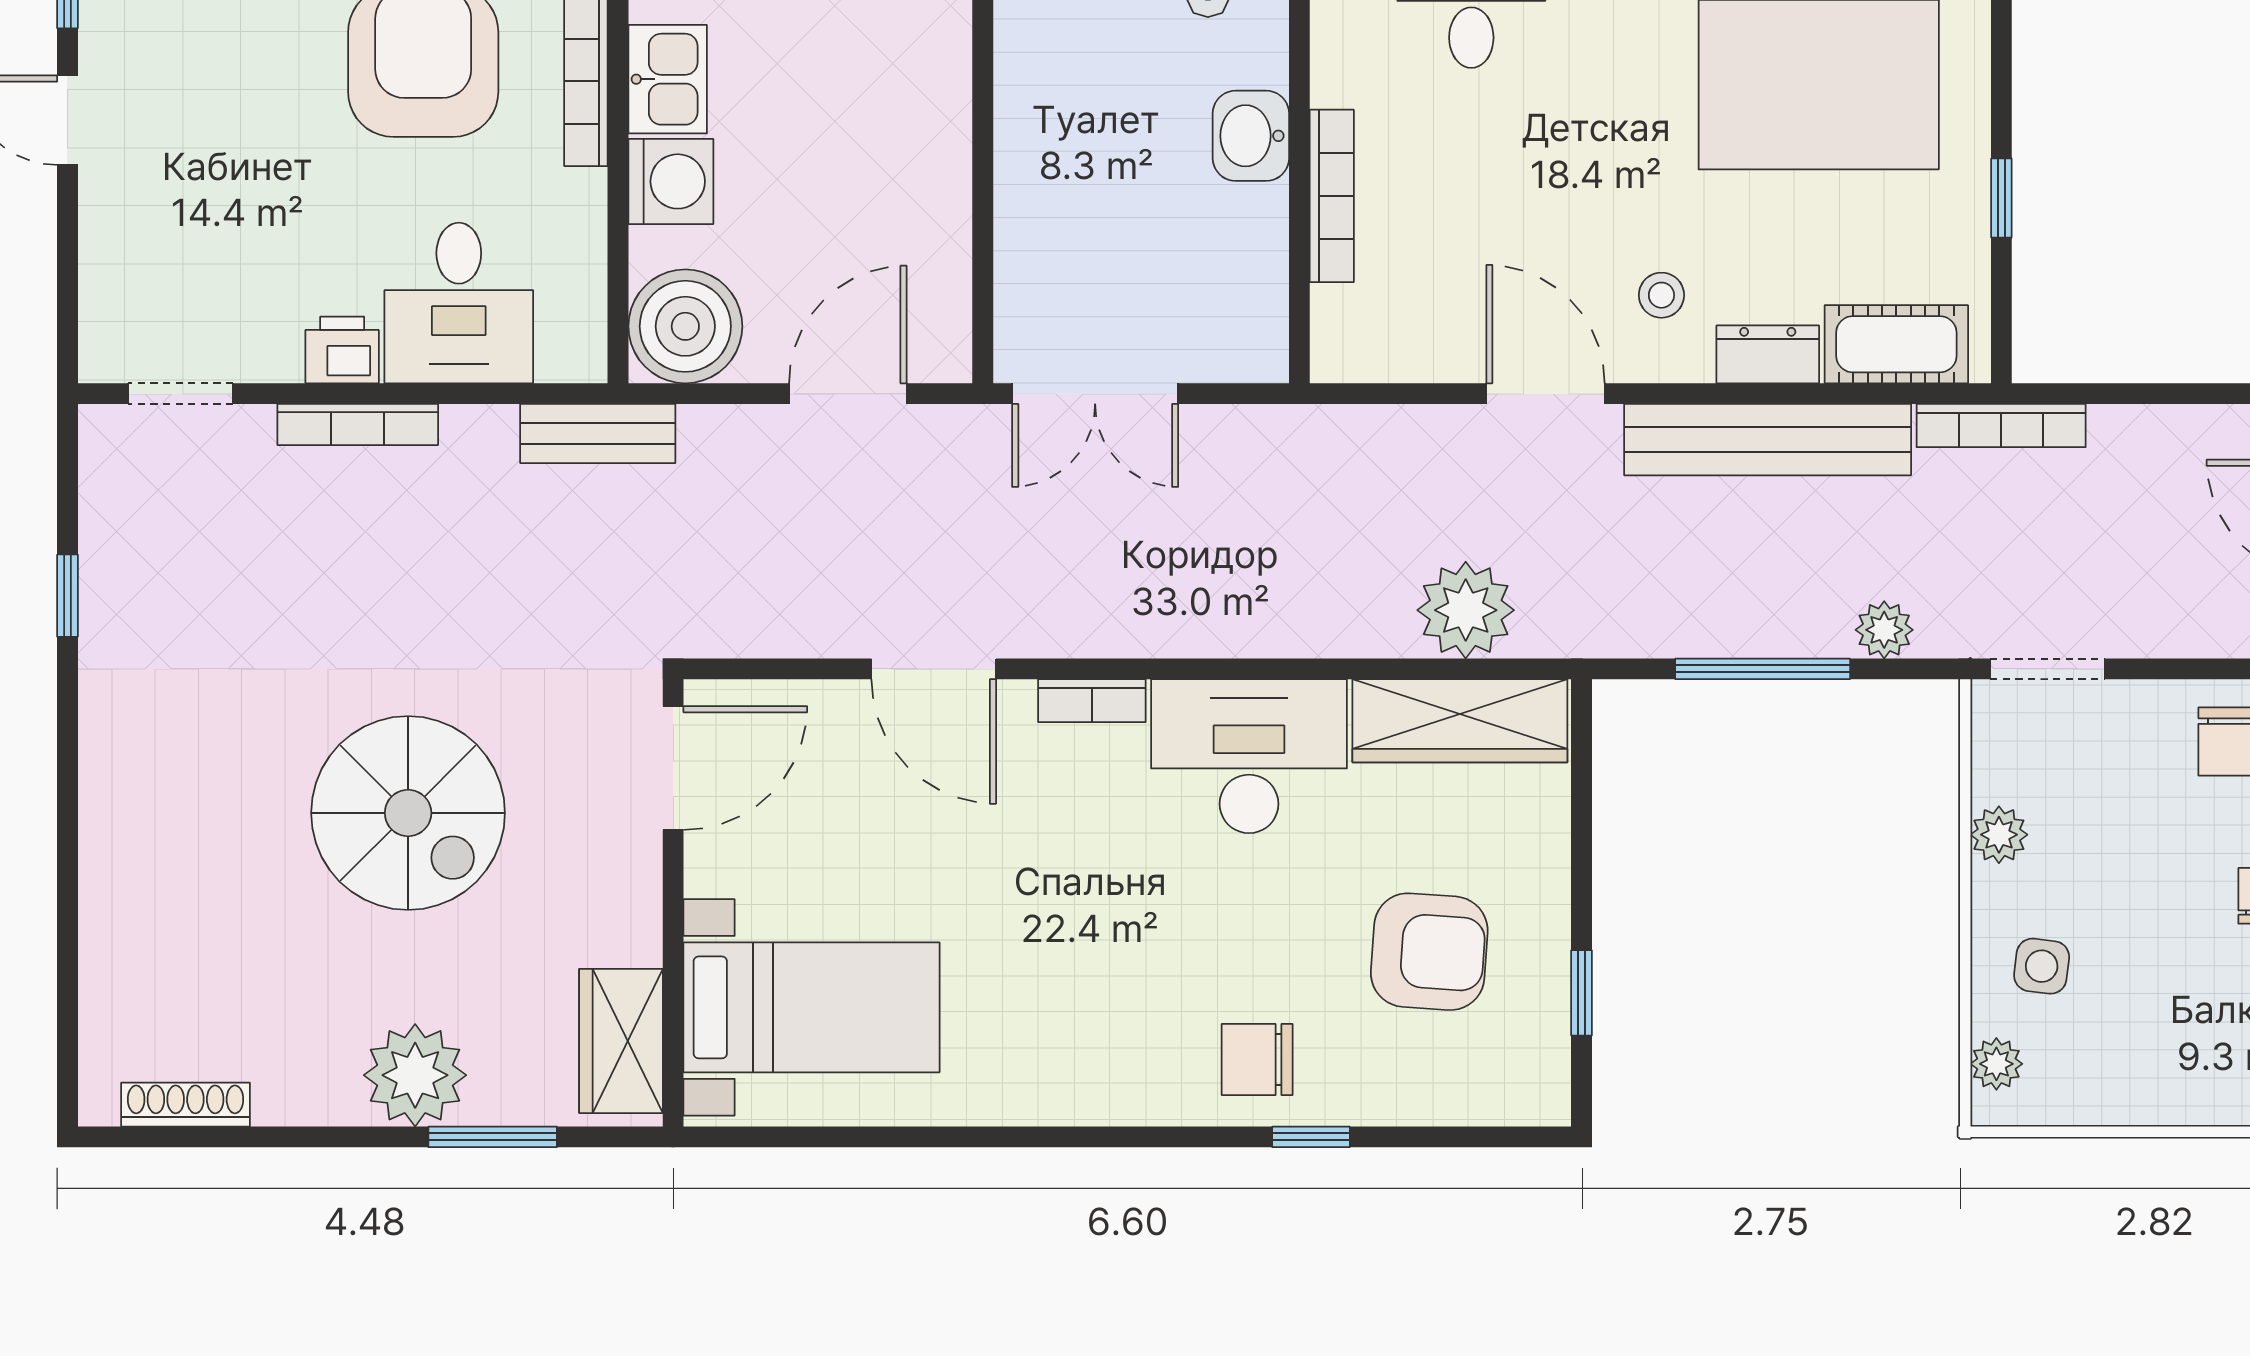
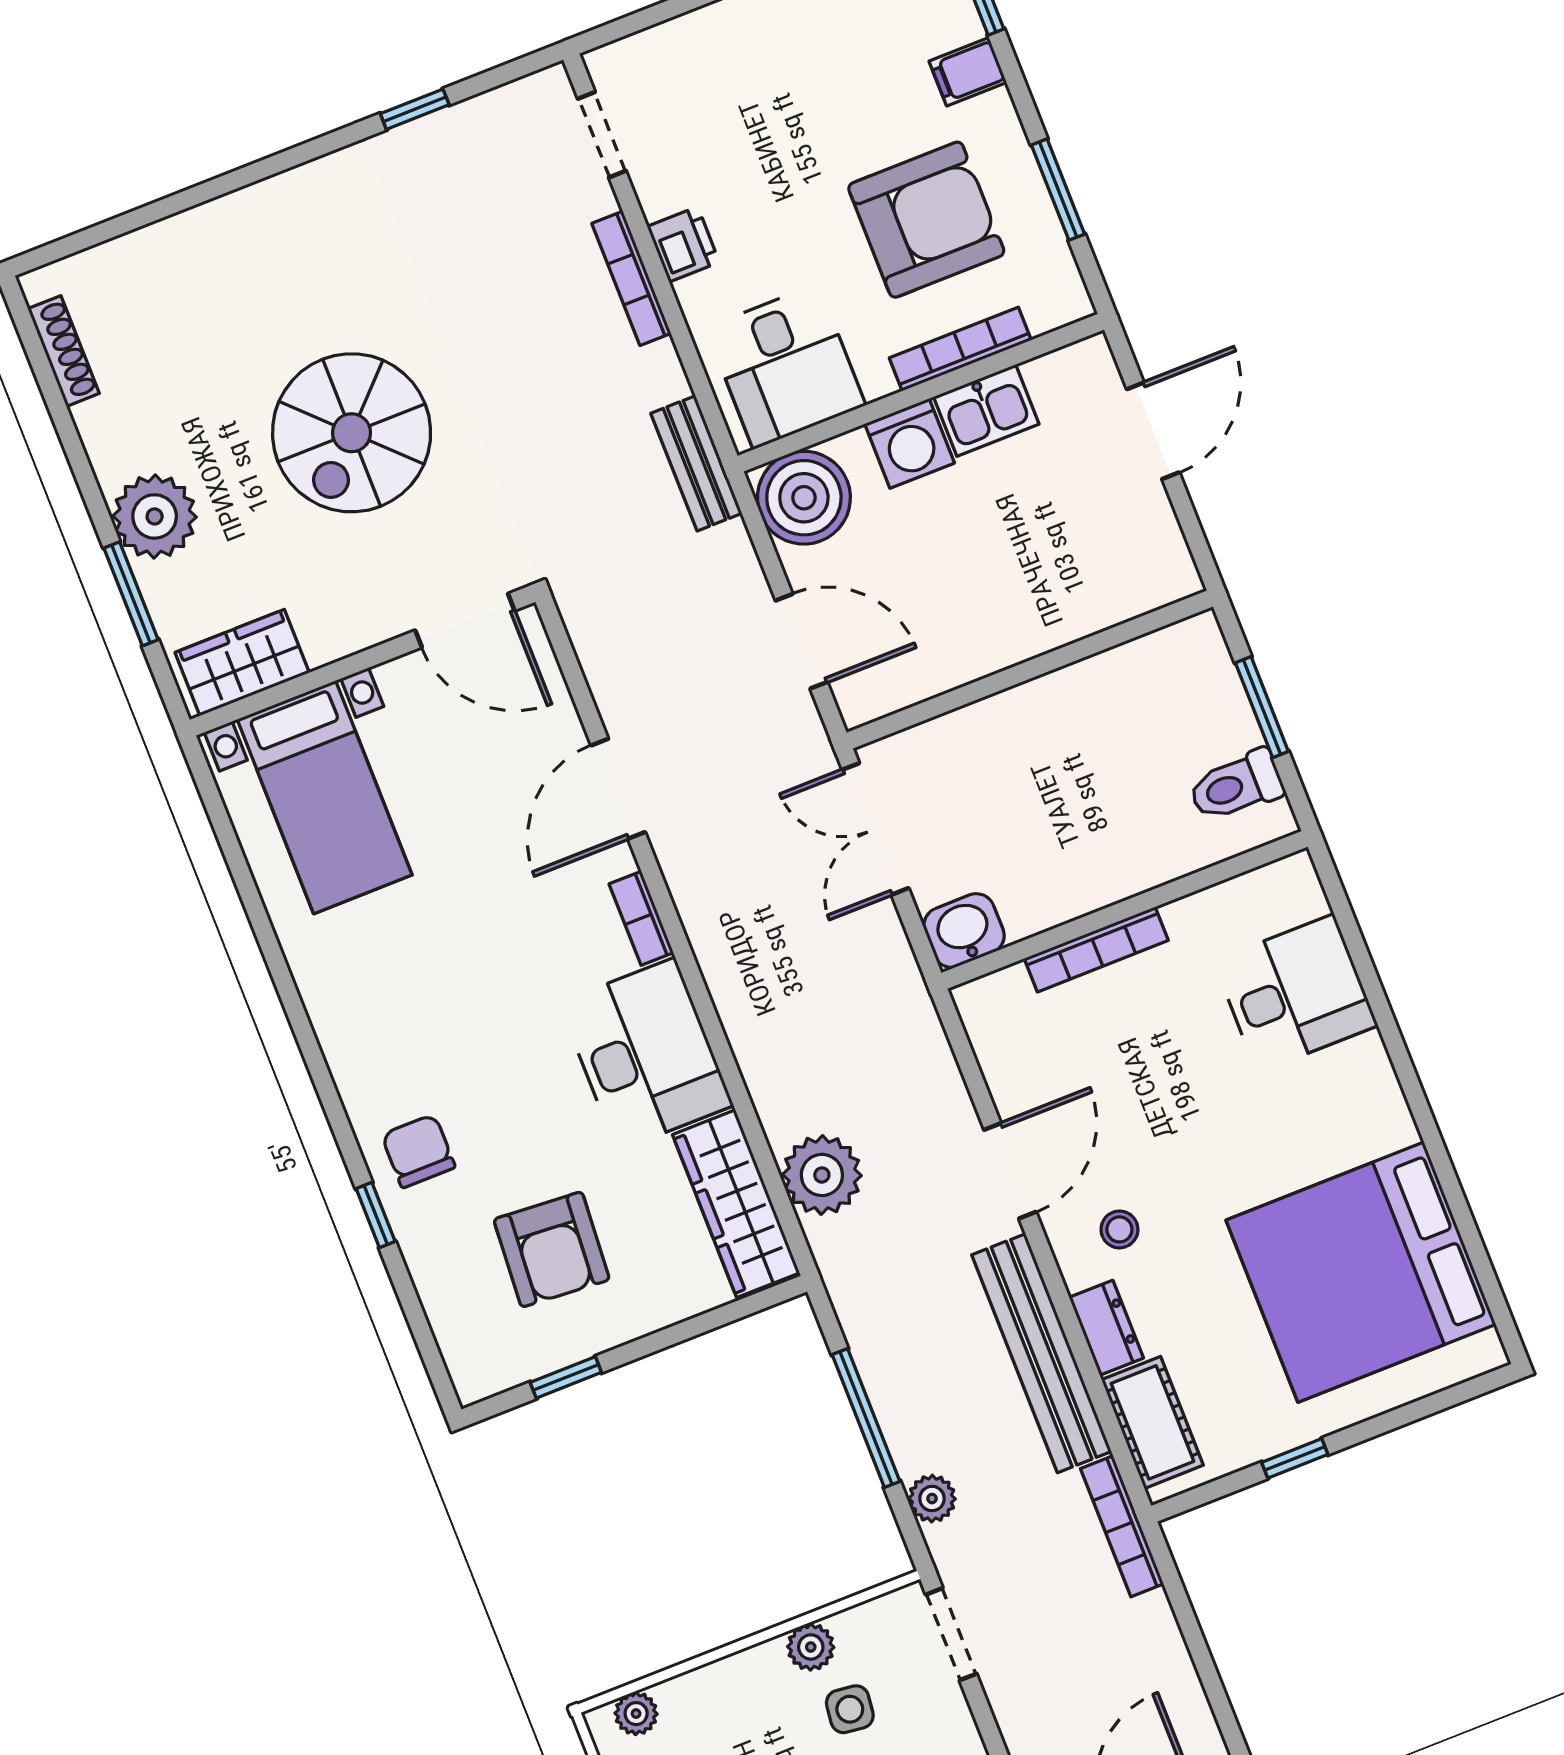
washbasin: (1251, 136) -> (964, 931), moved
desk: (459, 303) -> (786, 366), moved, turned -90
side table: (2042, 966) -> (850, 1709), moved

